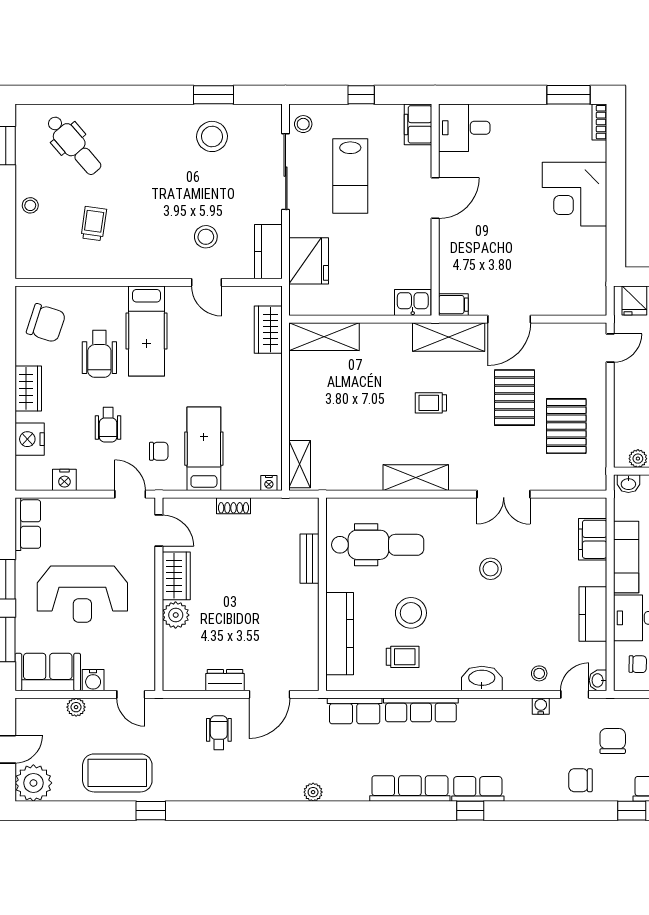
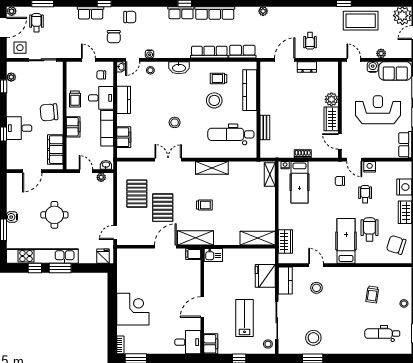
dental chair: (74, 145) -> (382, 334), turned -49
hospital bed: (204, 449) -> (299, 182), moved
nightstand: (64, 480) -> (370, 167), moved

